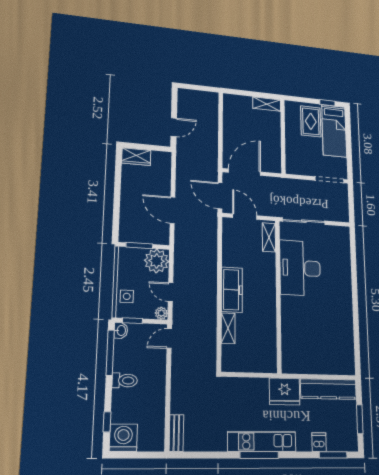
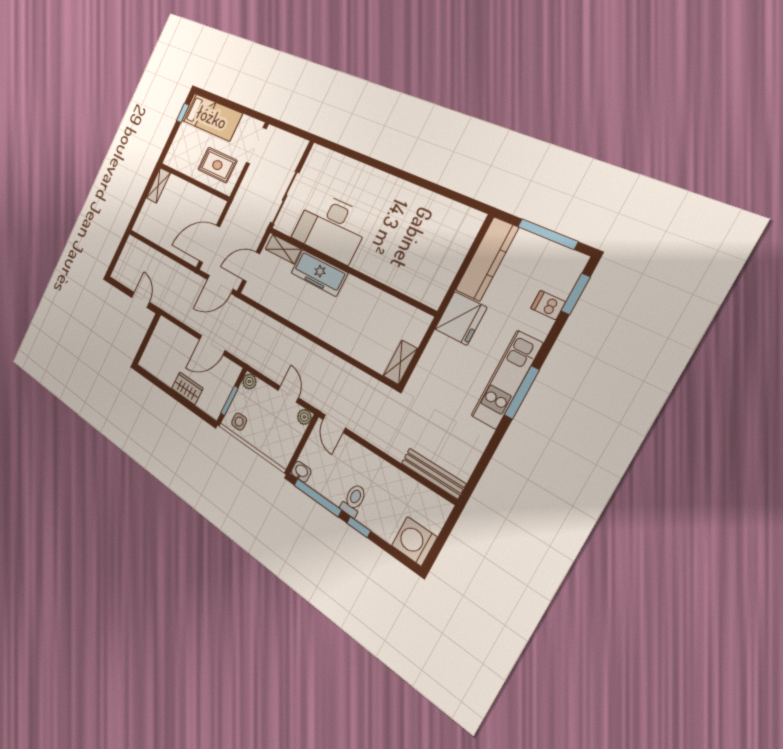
rug: (311, 121) -> (217, 165), moved
wardrobe: (136, 157) -> (187, 388), moved, turned -90
door: (245, 172) -> (209, 244), hinge flipped
plant: (157, 261) -> (249, 381), width x0.53, depth x0.53
freezer: (232, 290) -> (319, 273), moved, turned 180
door: (170, 292) -> (288, 394), swing flipped
side table: (127, 296) -> (239, 422), moved
window: (133, 321) -> (297, 453), removed
shelving: (228, 328) -> (400, 362), moved, turned 90
window: (360, 419) -> (548, 234), width x1.44
window: (107, 422) -> (359, 527), moved
bench: (176, 433) -> (433, 473), width x1.36

